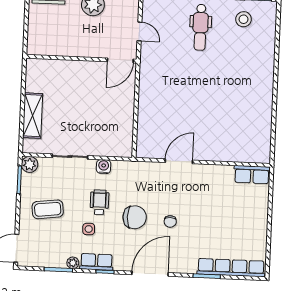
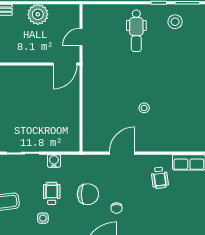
door: (139, 31) -> (81, 37), swing flipped
stool: (205, 113) -> (144, 108), added
wheelchair: (219, 190) -> (160, 178), added
chair: (135, 217) -> (88, 194), moved

